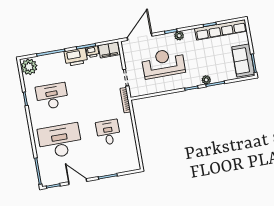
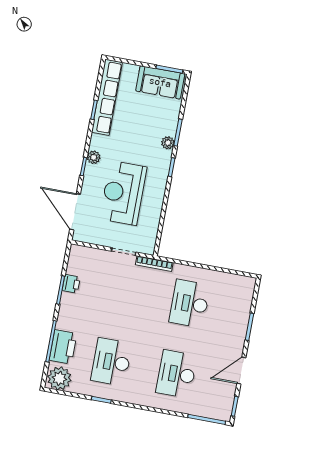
filing cabinet: (109, 50) -> (77, 260), removed
printer: (76, 57) -> (63, 347), moved
desk: (108, 132) -> (190, 304), width x1.37
desk: (60, 141) -> (177, 374), width x0.73, depth x0.77

